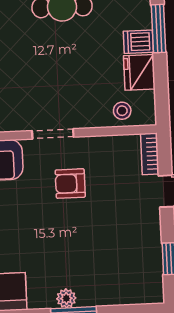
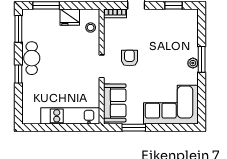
dishwasher: (138, 42) -> (53, 17), removed
armchair: (70, 184) -> (129, 58), turned 180

